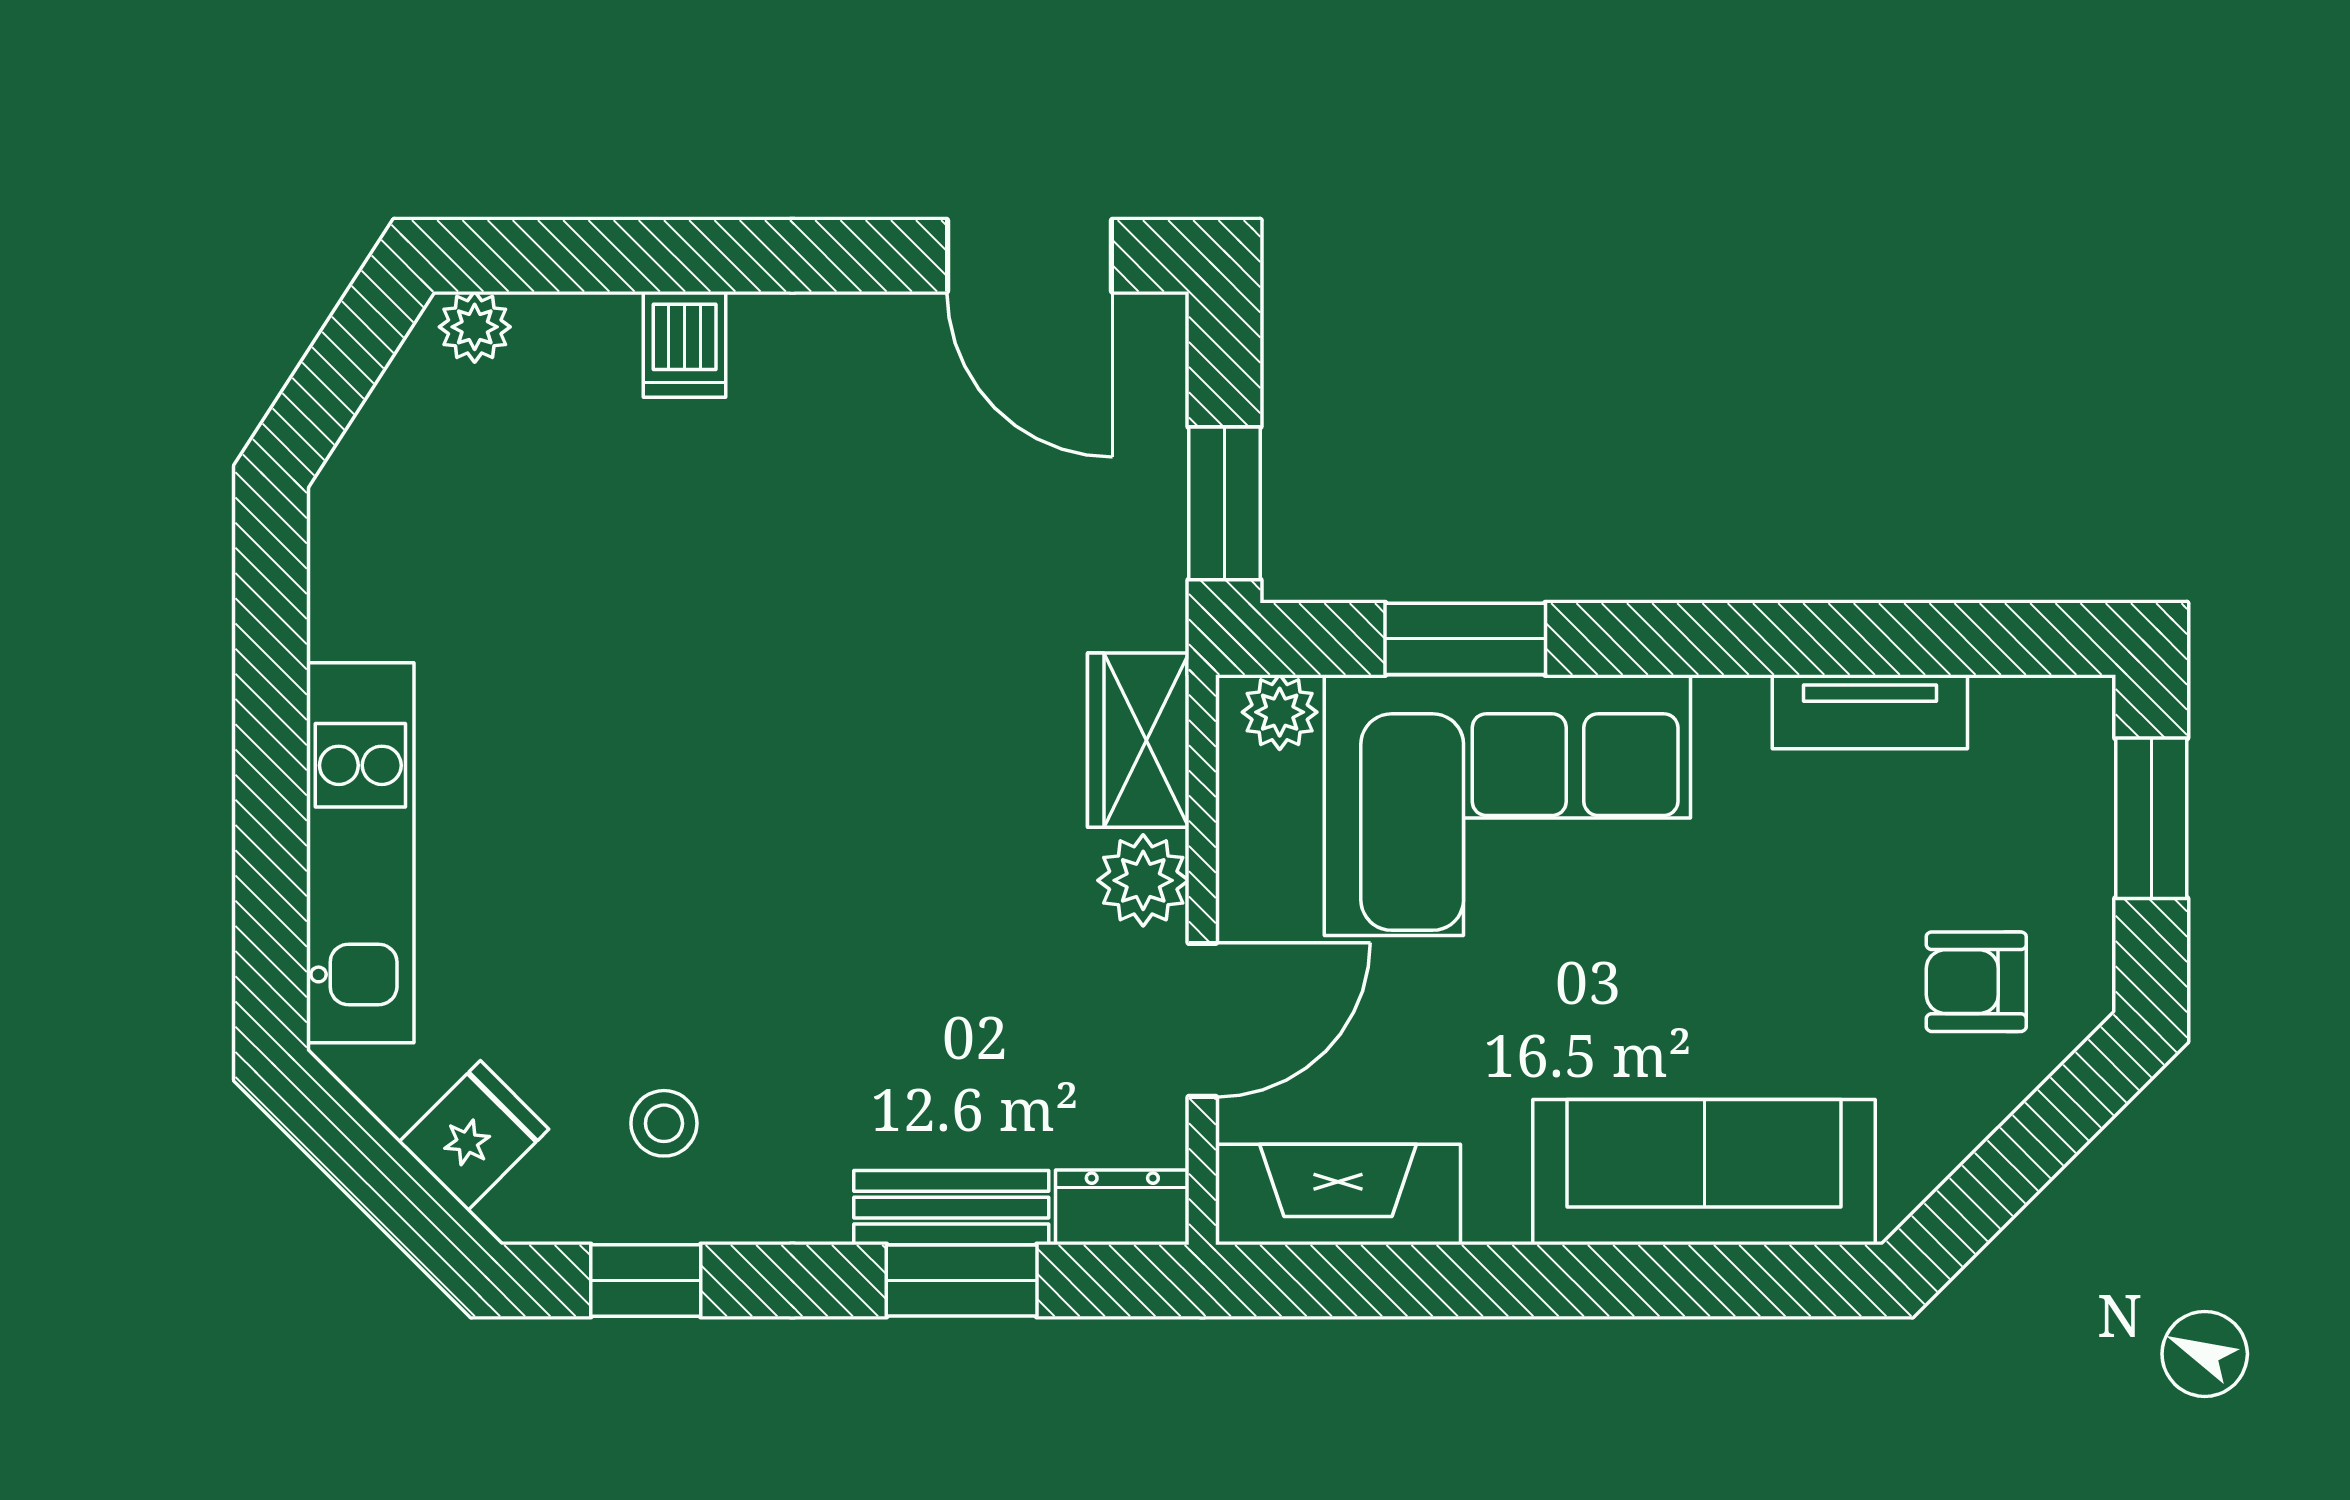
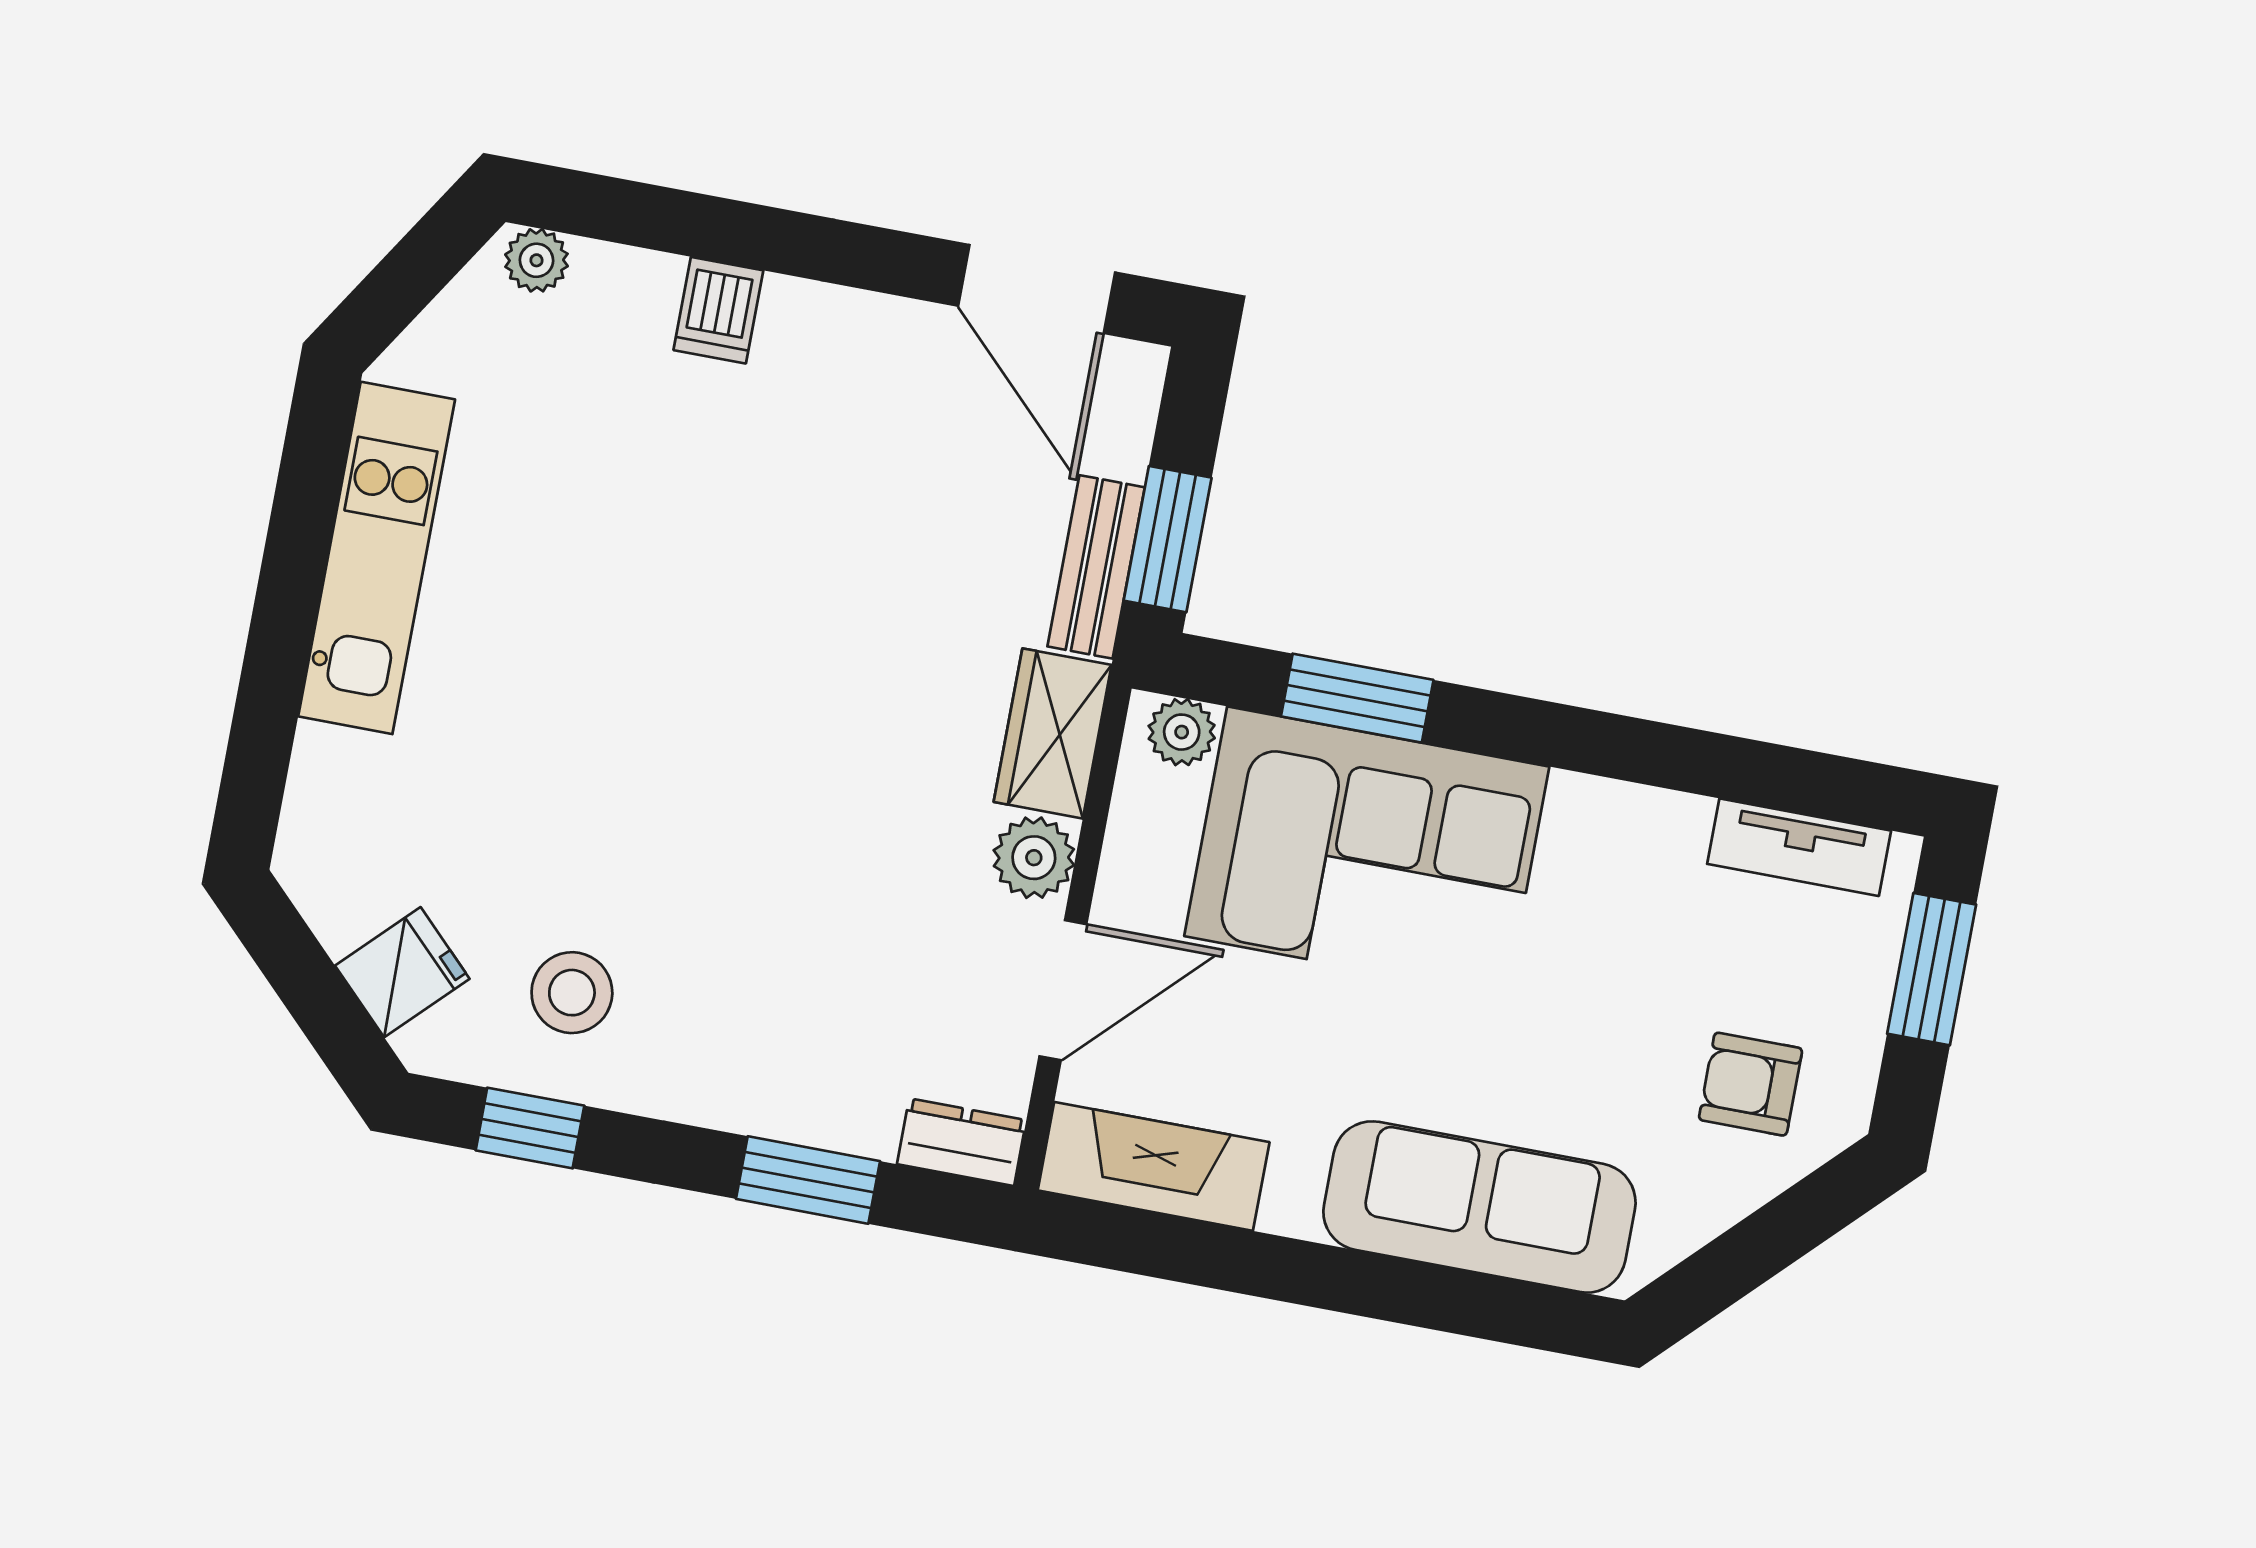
tv unit: (1870, 712) -> (1799, 847), moved
kitchen unit: (360, 853) -> (377, 558), moved
stool: (664, 1123) -> (572, 993), width x1.37, depth x1.37
bench: (951, 1208) -> (1096, 567), moved, turned 90

